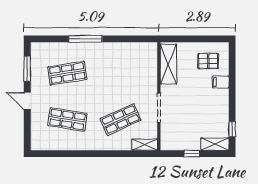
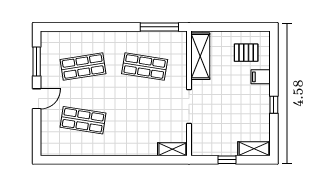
window: (85, 39) -> (159, 27), moved
door: (27, 101) -> (37, 99), swing flipped
shop shelf: (121, 119) -> (145, 67), moved, turned 33
window: (232, 129) -> (274, 105), moved

